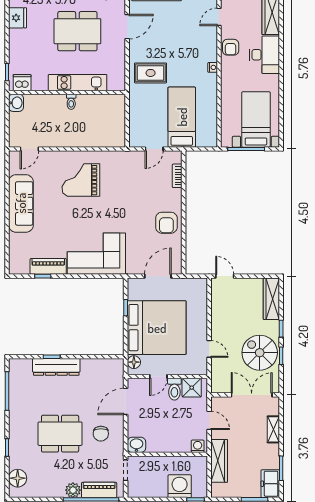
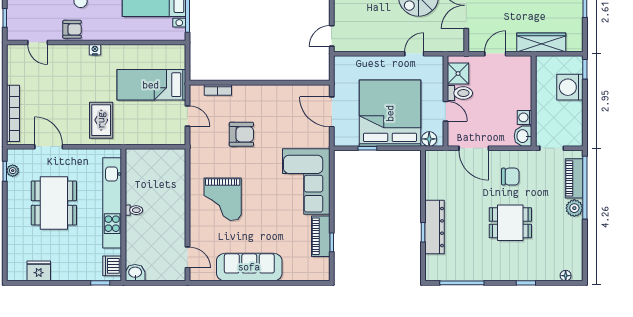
kitchen unit: (78, 83) -> (112, 203), width x1.36
armchair: (166, 223) -> (241, 134), moved
dining table: (60, 434) -> (510, 223), width x0.73
washing machine: (198, 446) -> (525, 117), moved
floor lamp: (18, 478) -> (566, 276), width x0.53, depth x0.53

